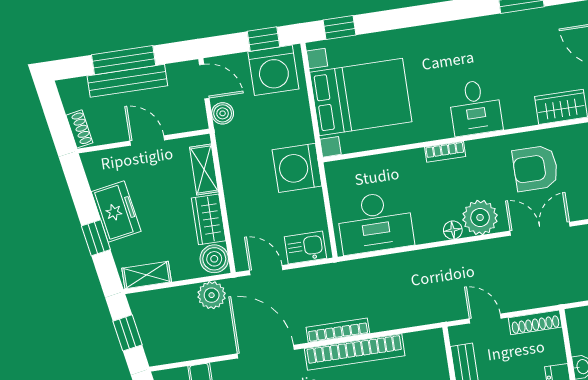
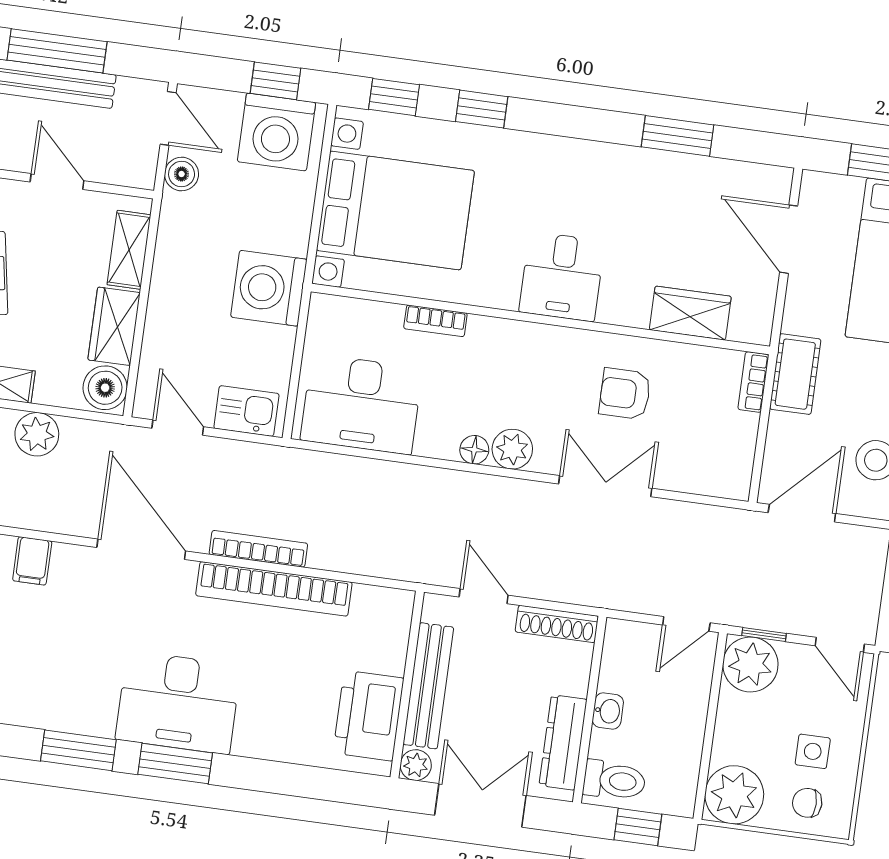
window: (396, 19) -> (482, 109), added
bookcase: (445, 152) -> (435, 321), moved
armchair: (535, 168) -> (625, 394), width x0.72, depth x0.72
plant: (480, 217) -> (512, 449), width x0.73, depth x0.73
plant: (212, 295) -> (37, 434), moved

